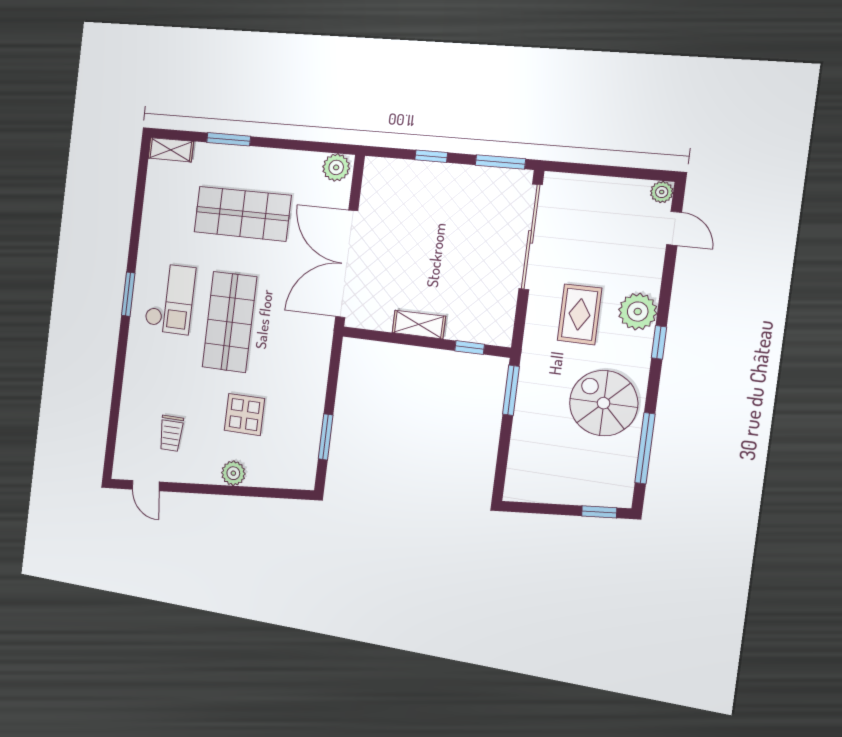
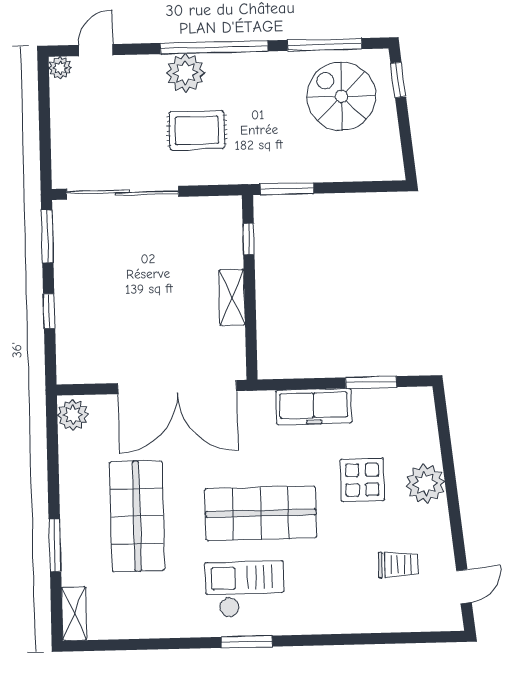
window: (659, 342) -> (214, 47), width x3.17
freezer: (312, 383) -> (314, 407), added
spiral stairs: (604, 403) -> (341, 96), moved, turned 90
plant: (233, 473) -> (425, 484), width x1.36, depth x1.36

